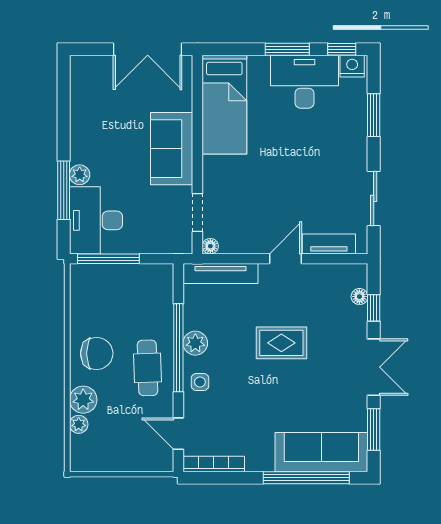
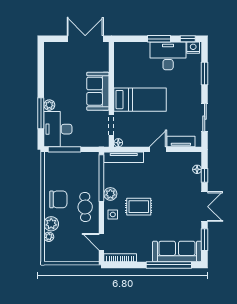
double door: (148, 49) -> (85, 39), swing flipped
bed: (224, 105) -> (140, 100), moved, turned -90
rug: (281, 343) -> (139, 207), moved
window: (178, 348) -> (101, 178), moved

